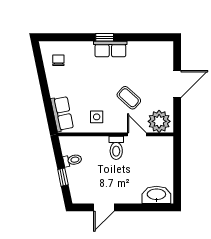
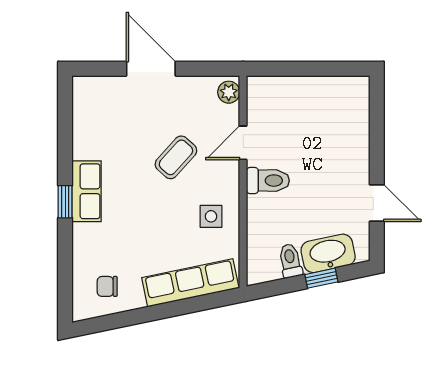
row of seats: (62, 114) -> (190, 283), width x1.48
plant: (159, 121) -> (229, 92), width x0.53, depth x0.53
washbasin: (156, 195) -> (328, 253), moved, turned 78

